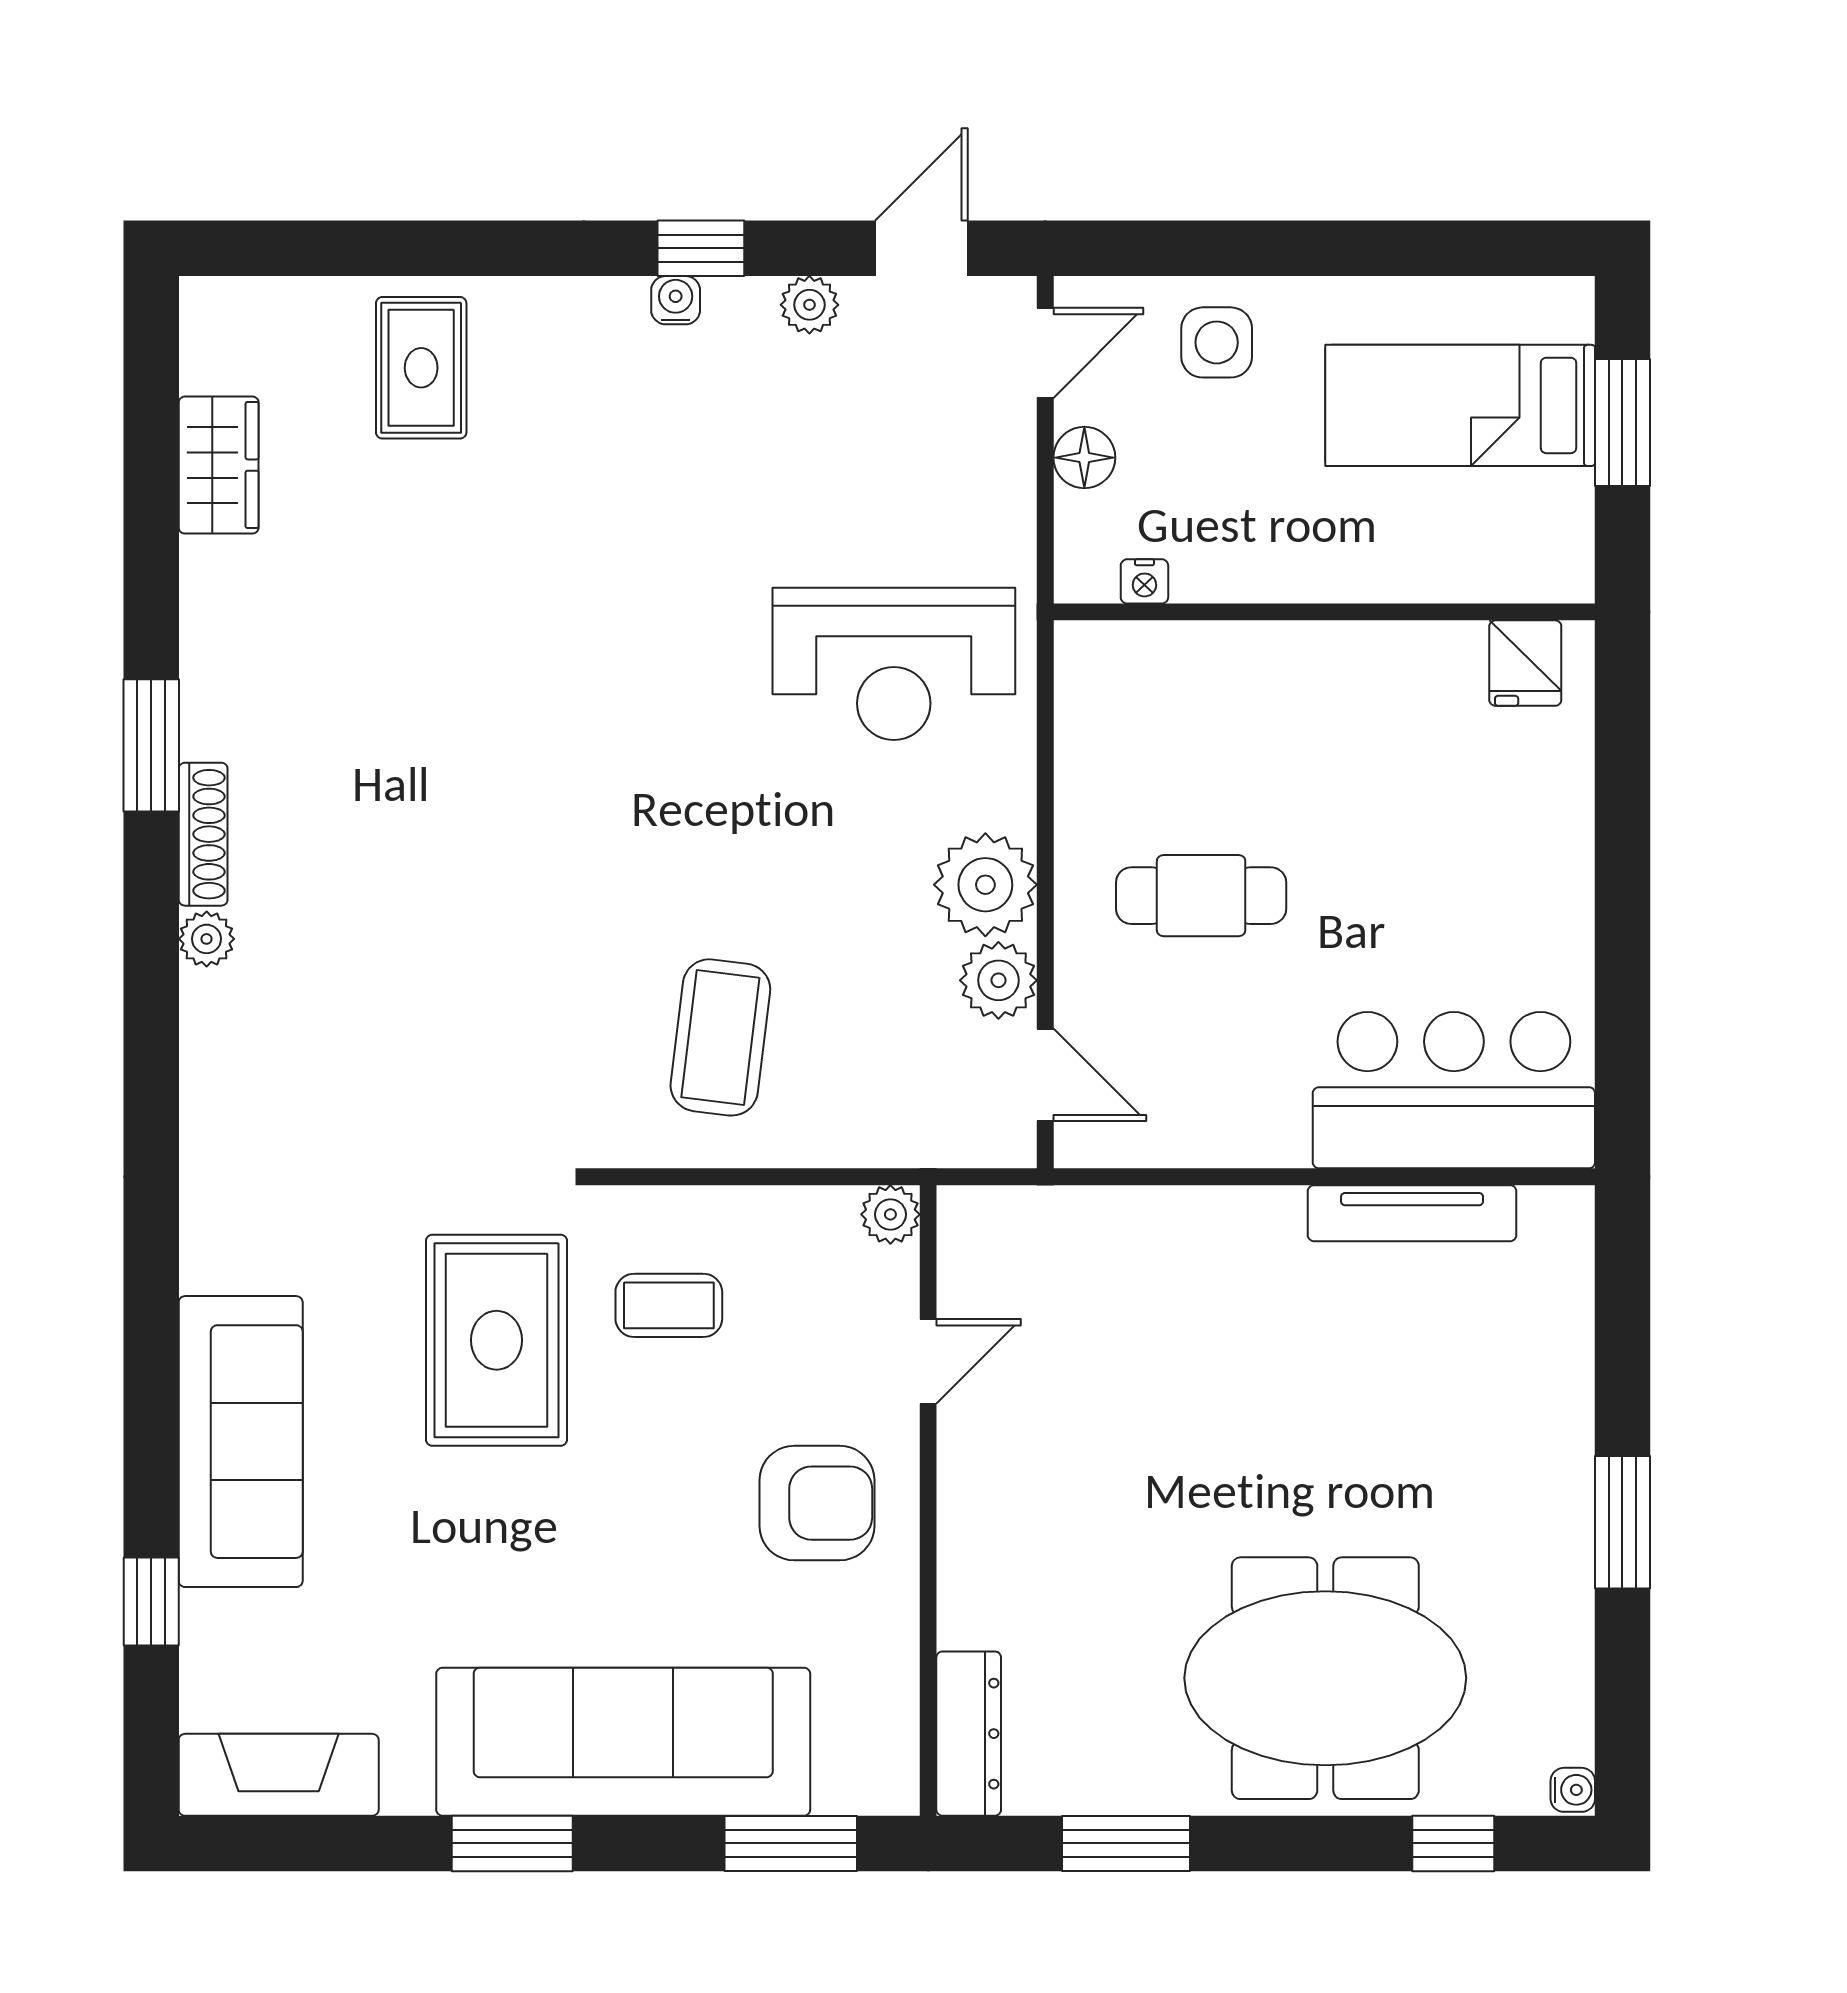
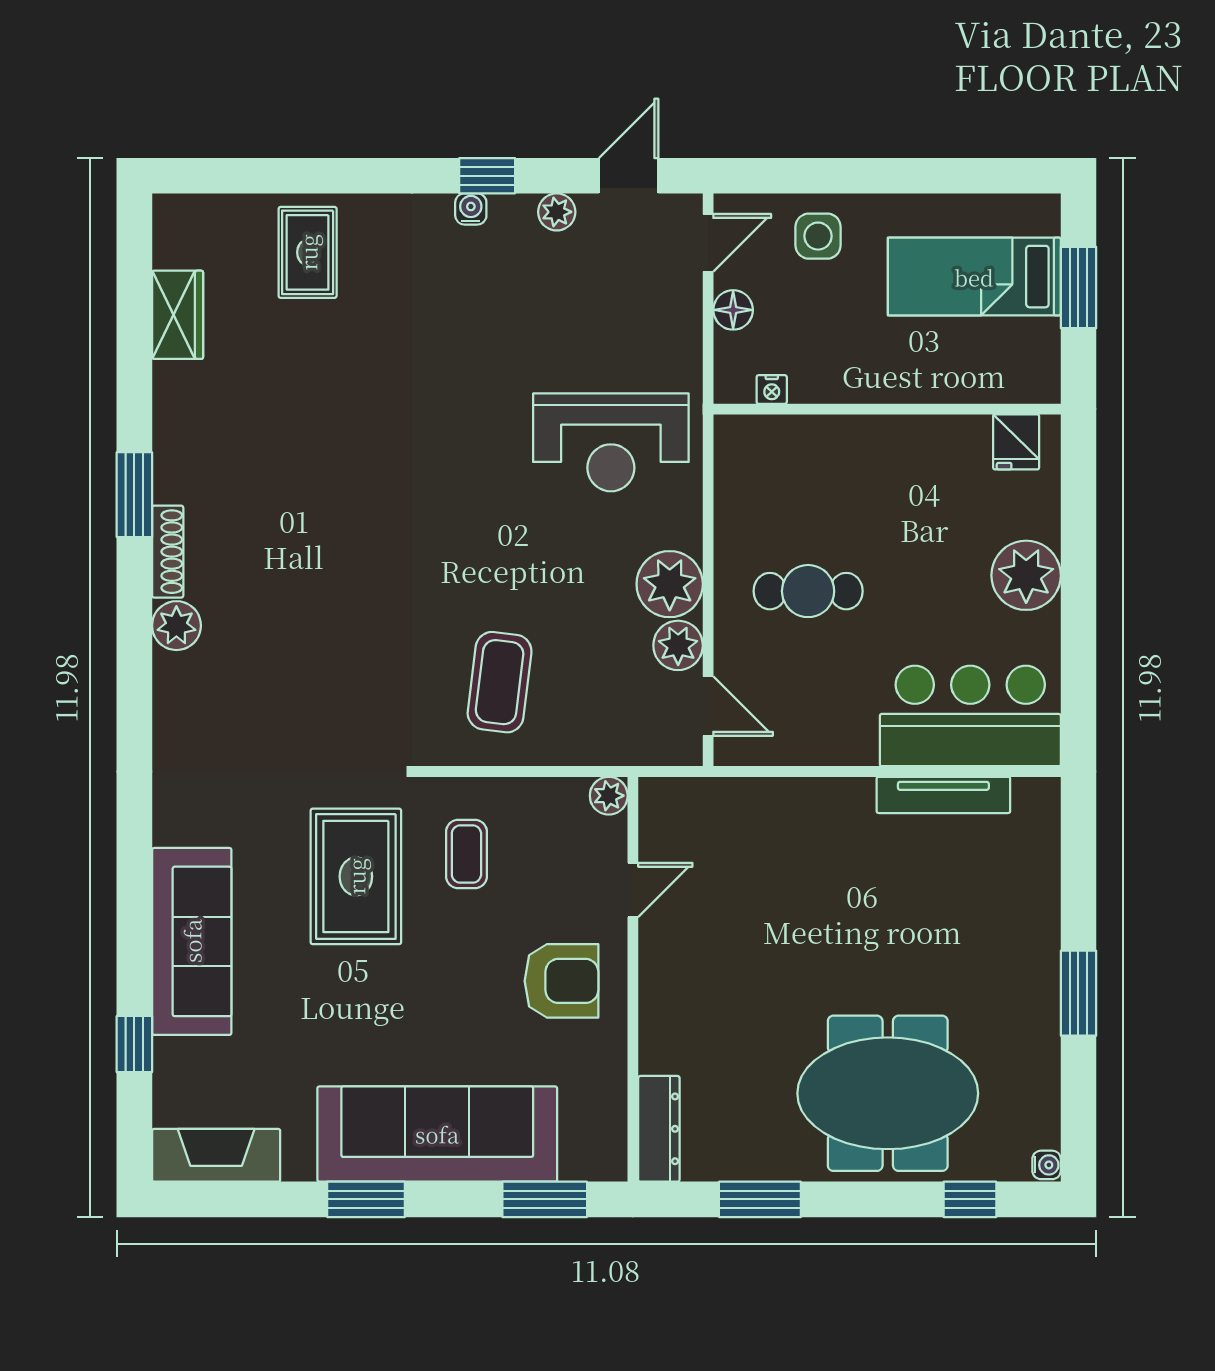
plant: (1541, 871) -> (1026, 575), added
plant: (207, 939) -> (176, 626), width x1.38, depth x1.38
coffee table: (669, 1305) -> (466, 854), turned 90

